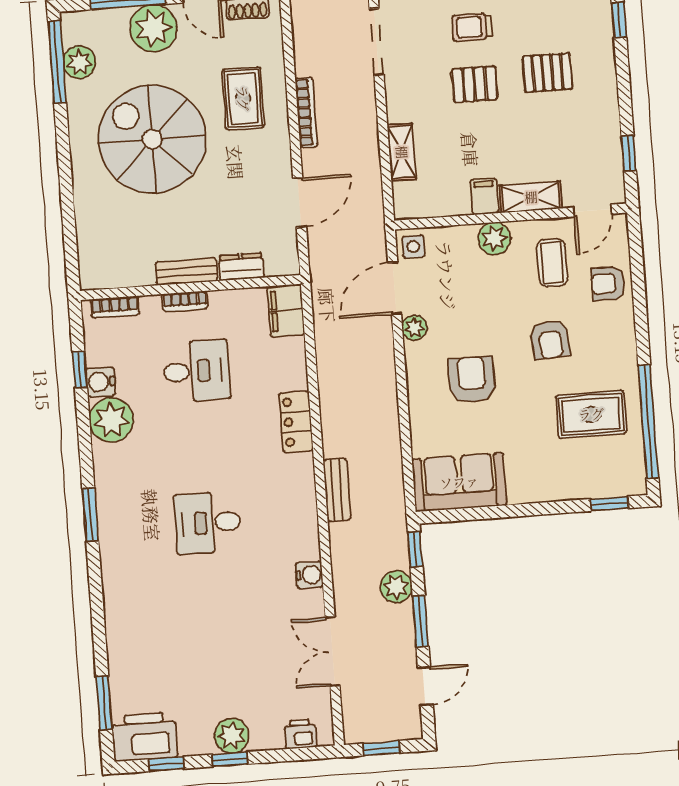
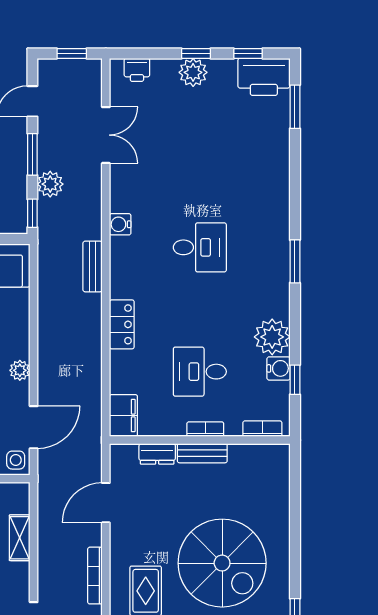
plant: (414, 328) -> (20, 370), moved
water cooler: (309, 575) -> (120, 224), moved

